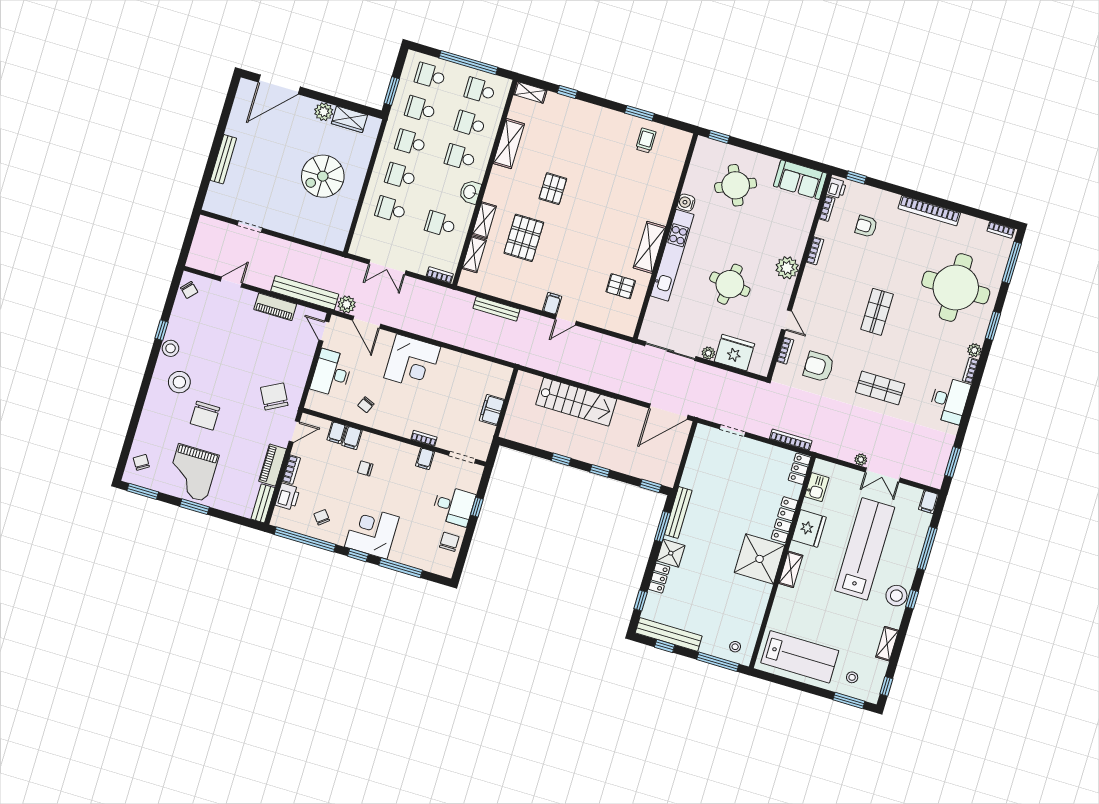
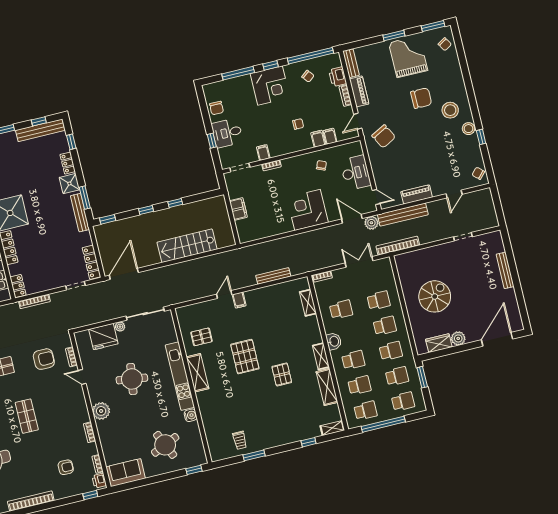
shelving: (484, 220) -> (321, 356), moved
pallet: (524, 238) -> (245, 357), moved
bookcase: (331, 260) -> (398, 246), added
chair: (205, 416) -> (421, 98), turned 90
locker: (698, 447) -> (91, 262), added

